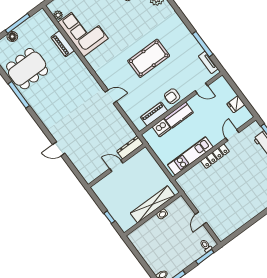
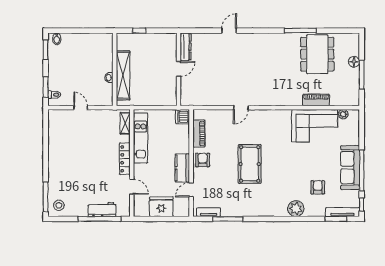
fridge: (236, 104) -> (161, 207), width x1.88, depth x1.34
kitchen counter: (179, 115) -> (182, 168), moved
dishwasher: (162, 128) -> (182, 117), moved
dresser: (130, 147) -> (186, 47), moved
shelving: (188, 176) -> (125, 123), added

